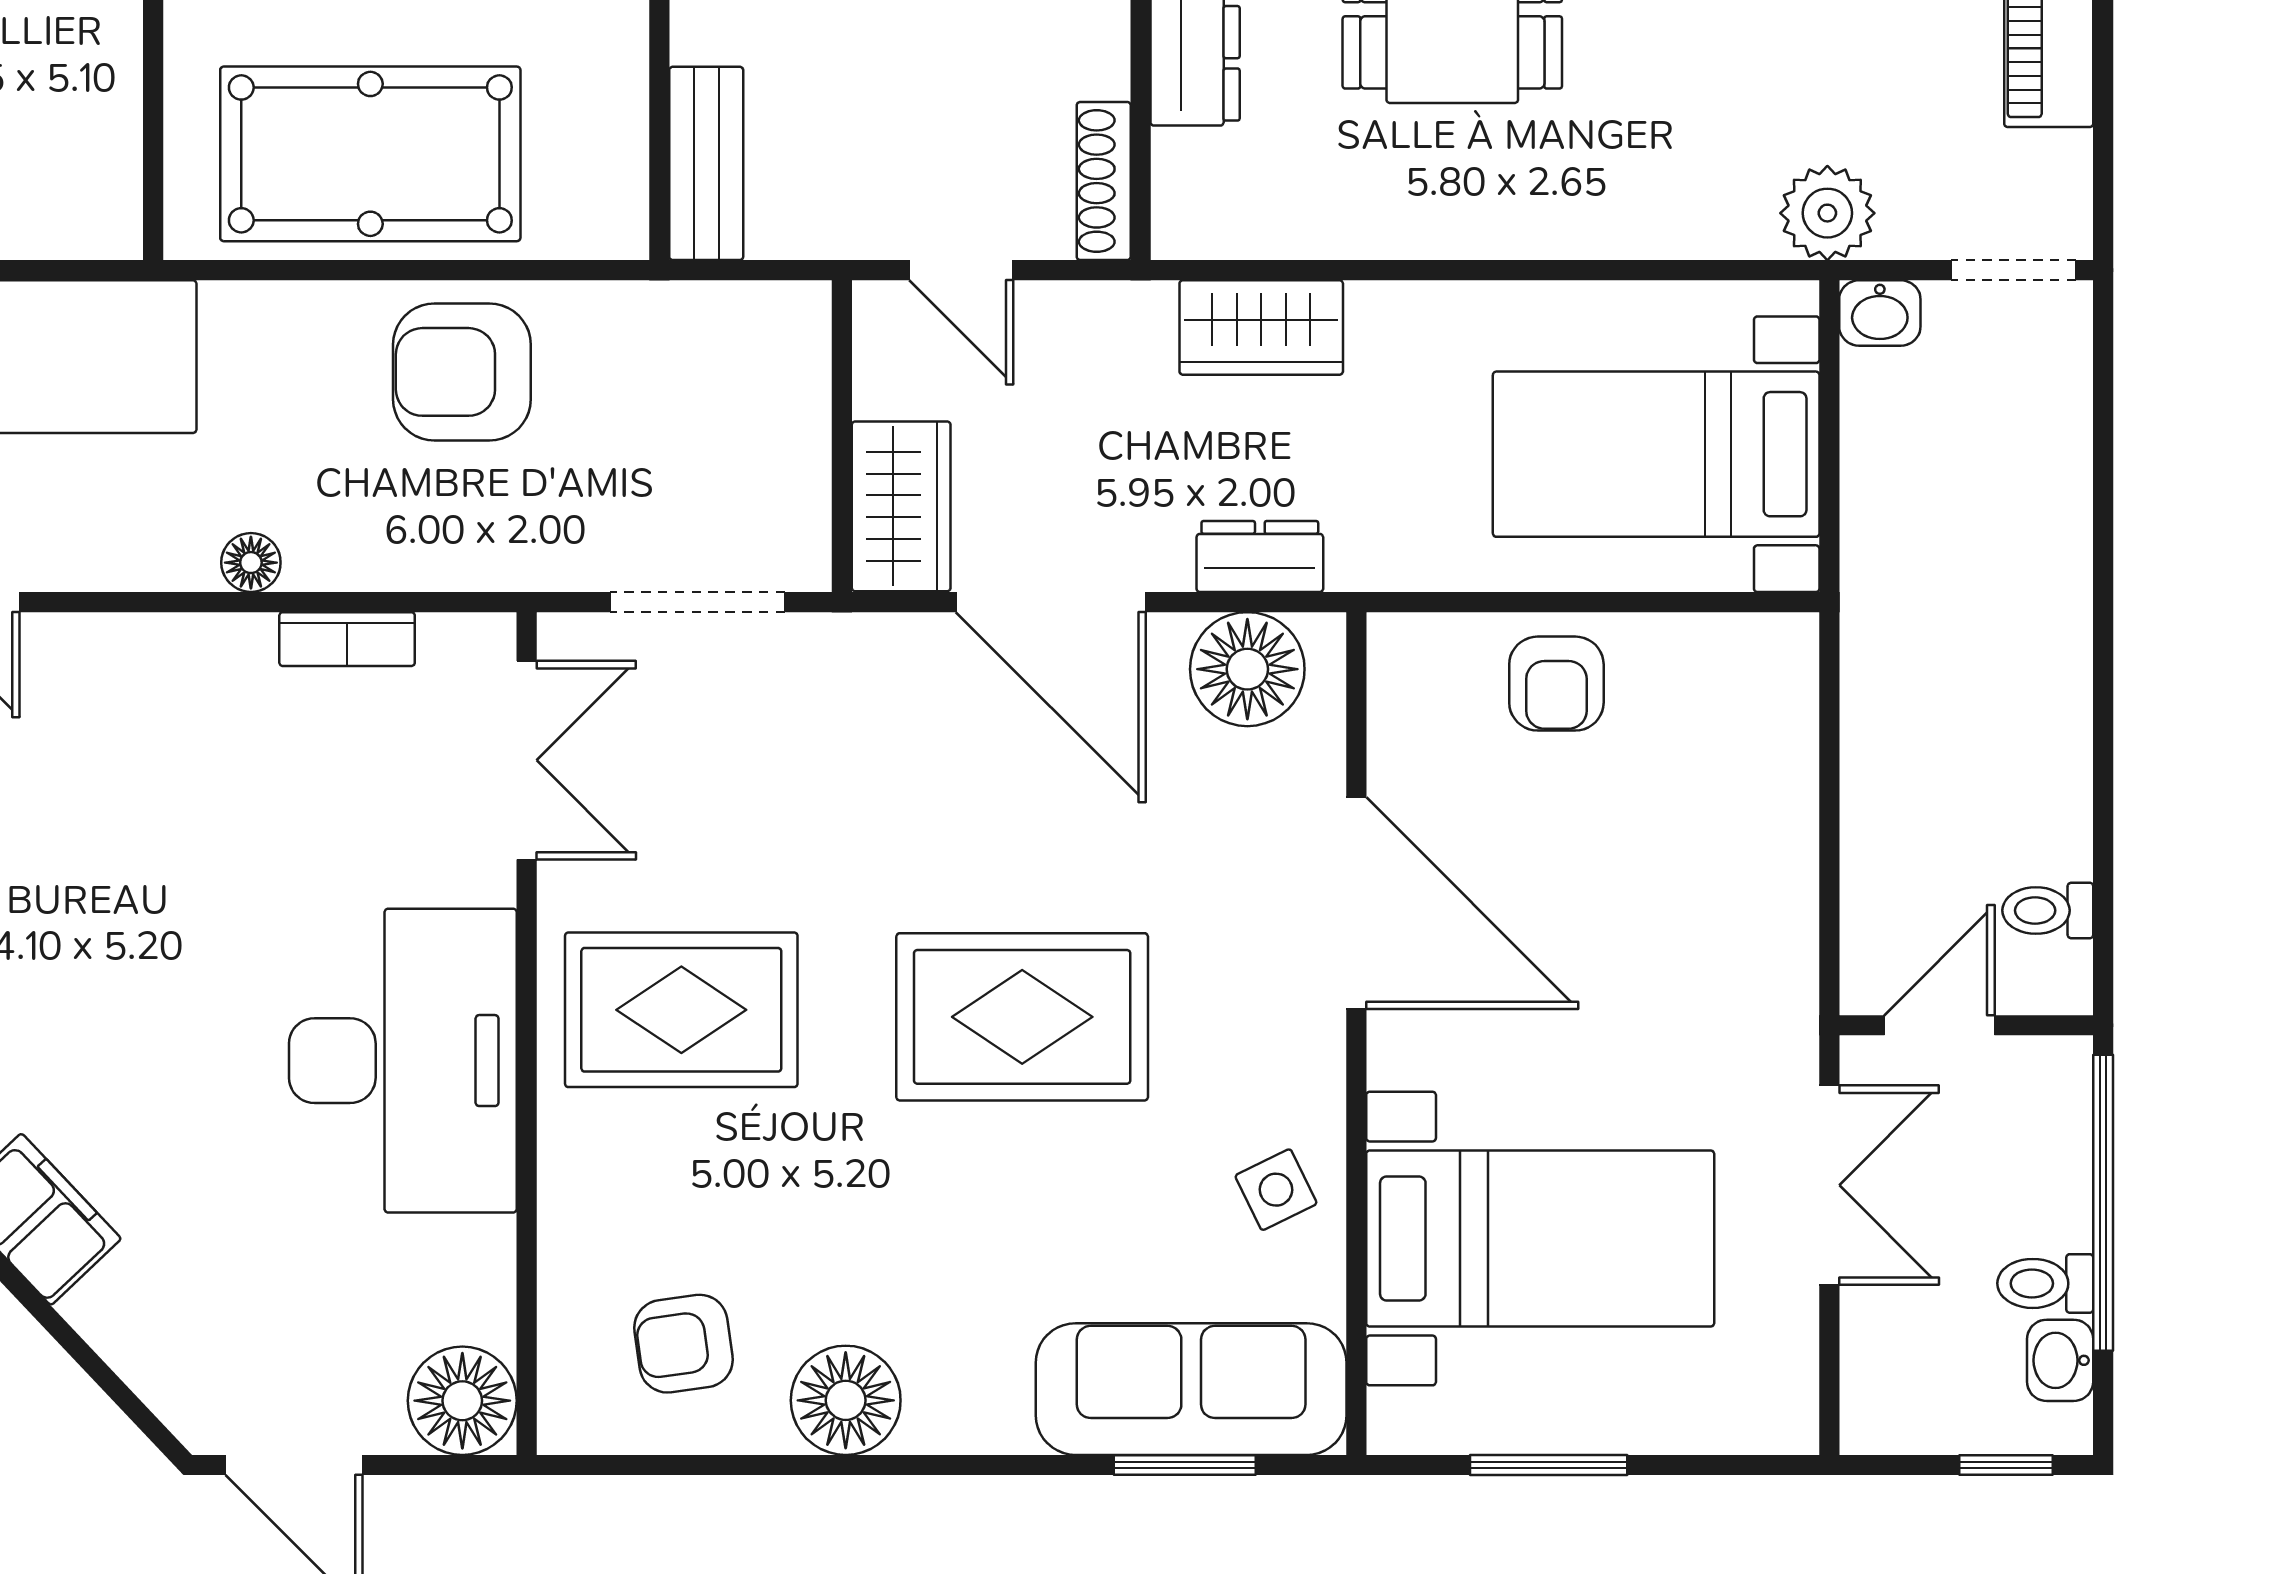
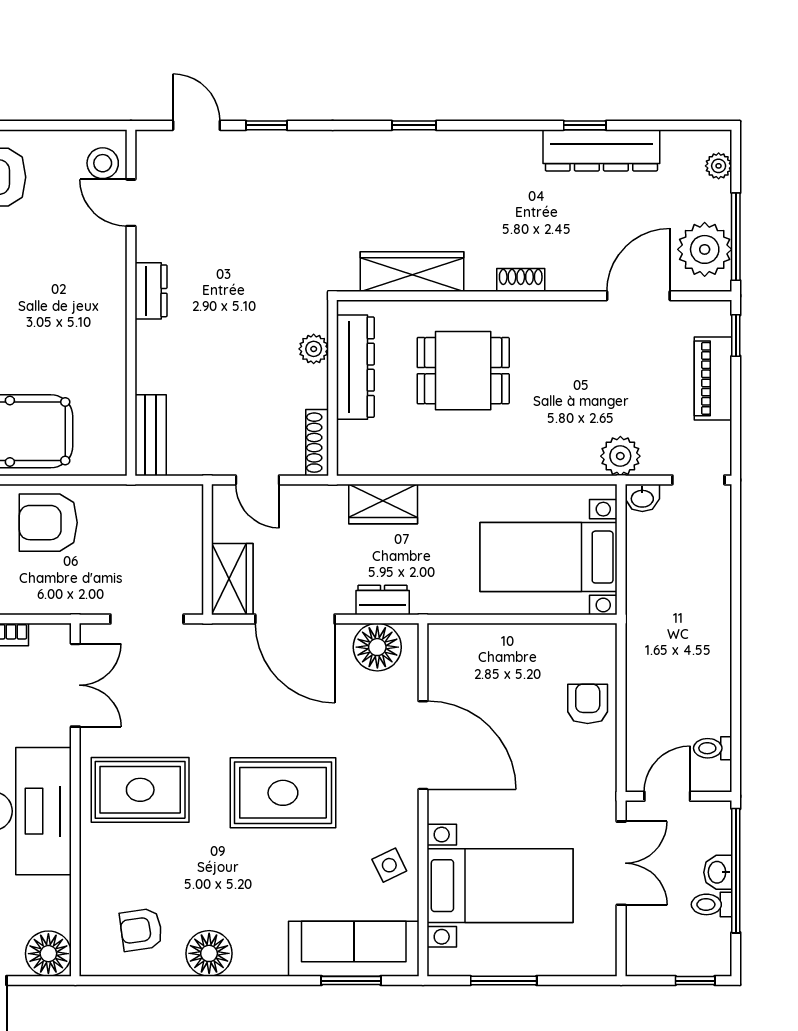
armchair: (1556, 684) -> (588, 704), moved, turned 180
washbasin: (2060, 1360) -> (718, 872), moved

